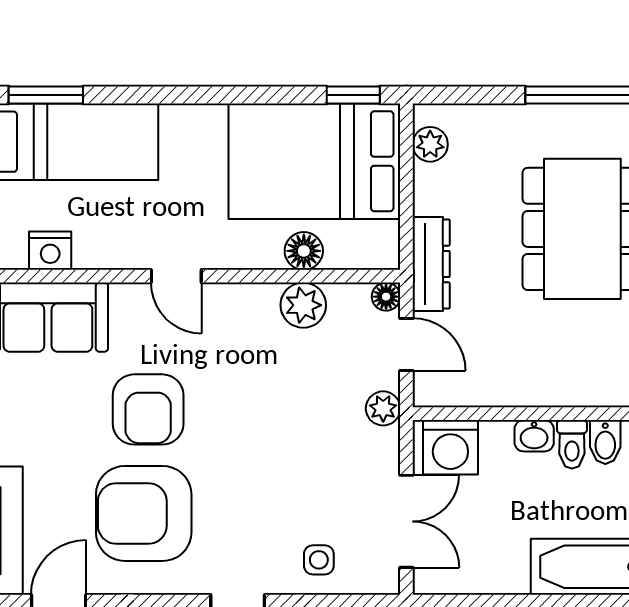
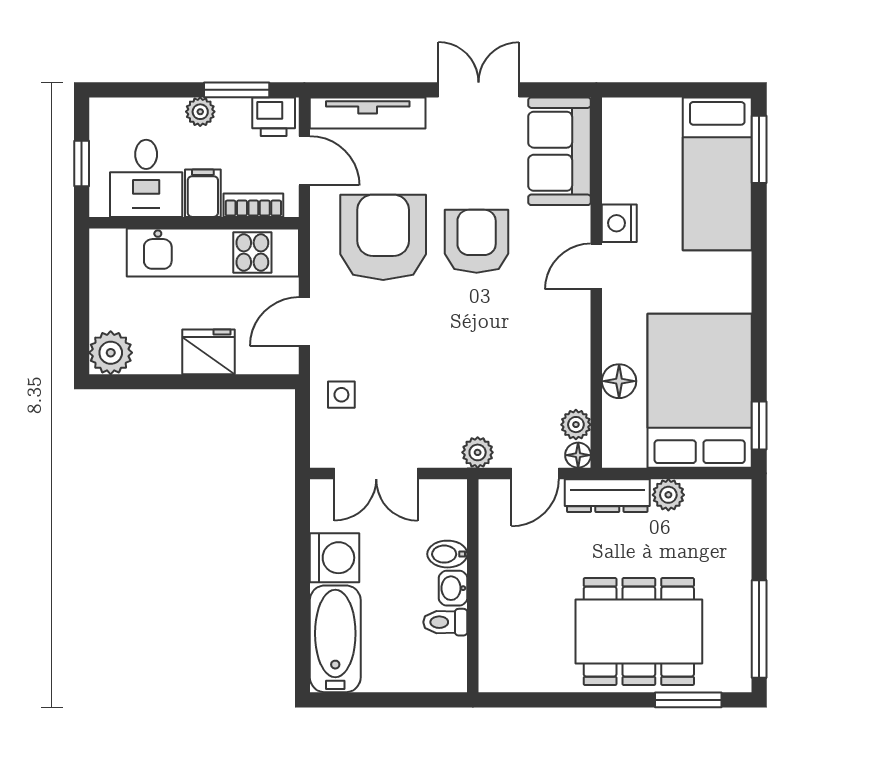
plant: (430, 144) -> (668, 495), moved
nightstand: (50, 251) -> (619, 223), moved
plant: (303, 305) -> (576, 425), moved, width x0.73, depth x0.73
armchair: (148, 409) -> (477, 241), turned 90
bidet: (605, 442) -> (447, 554), moved
washing machine: (450, 447) -> (335, 558), moved, turned 180

